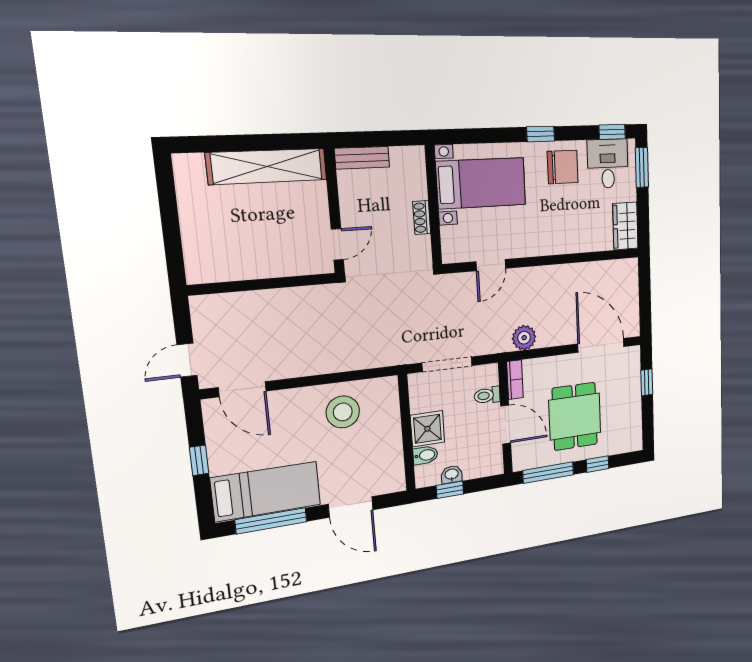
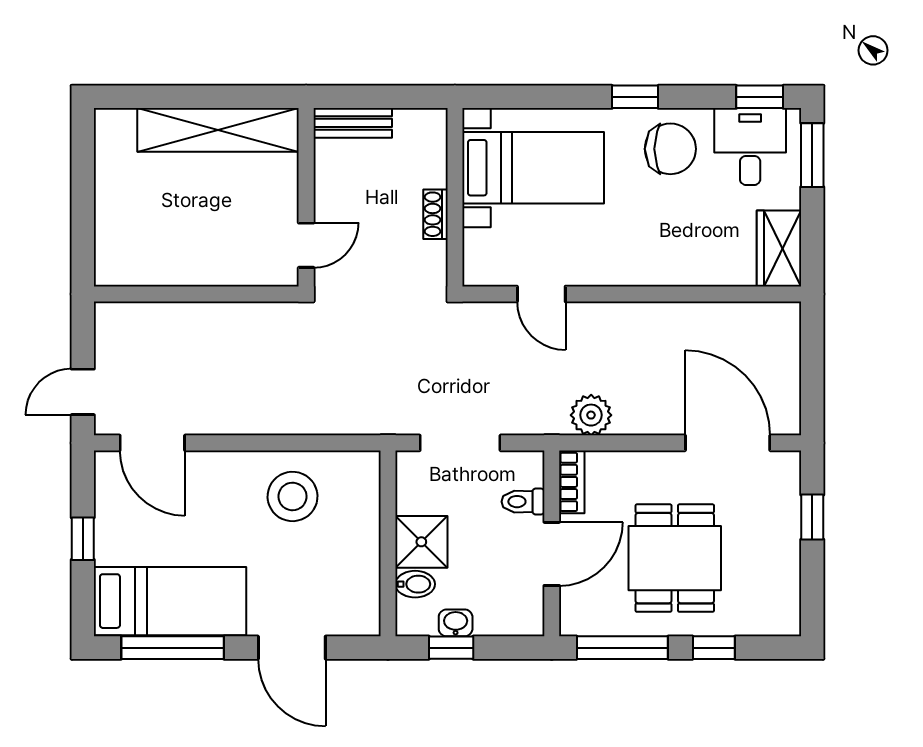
door: (491, 265) -> (541, 294), hinge flipped
door: (506, 424) -> (552, 554), hinge flipped

